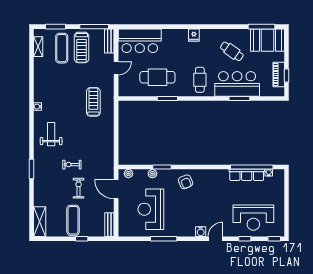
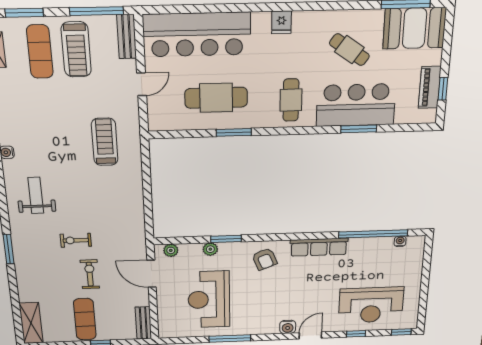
bar counter: (140, 41) -> (197, 34), width x1.36
row of seats: (247, 175) -> (319, 247), moved

